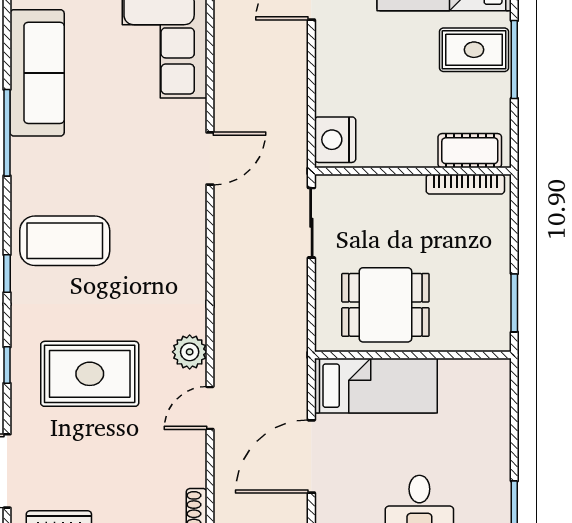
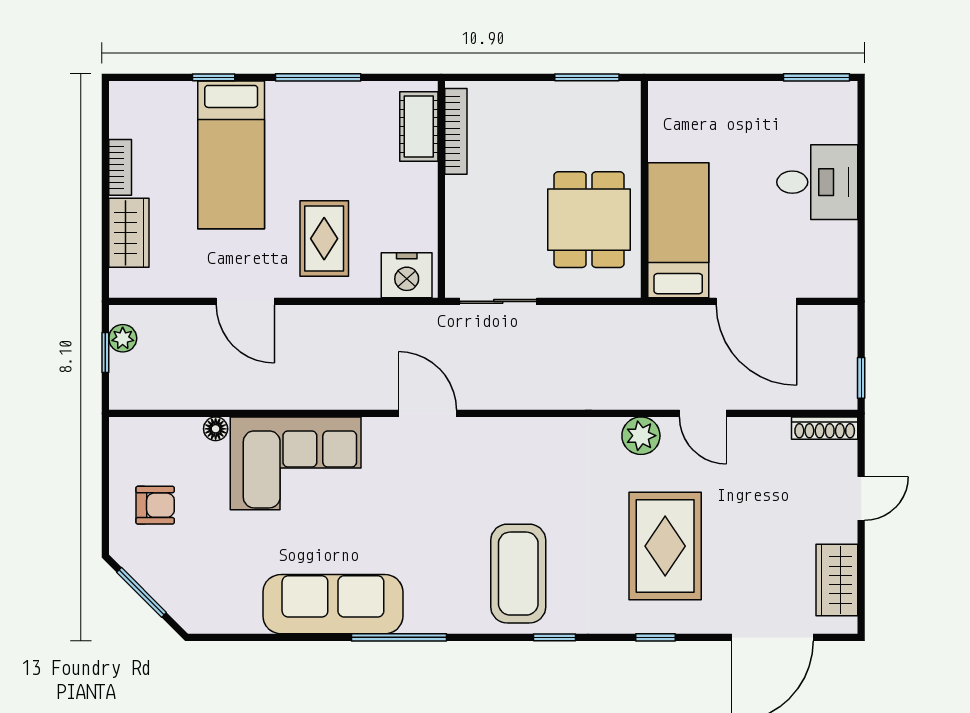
rug: (474, 50) -> (324, 239), moved

